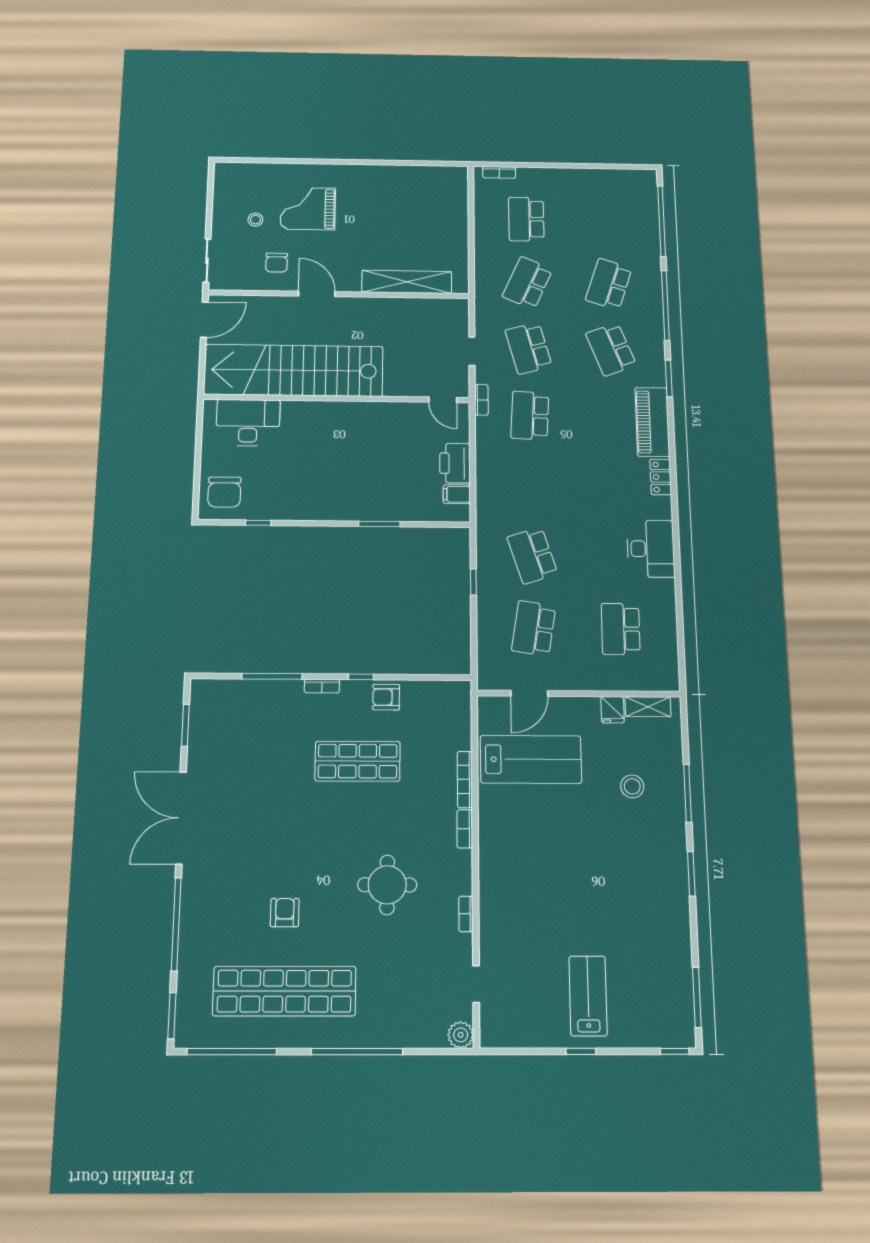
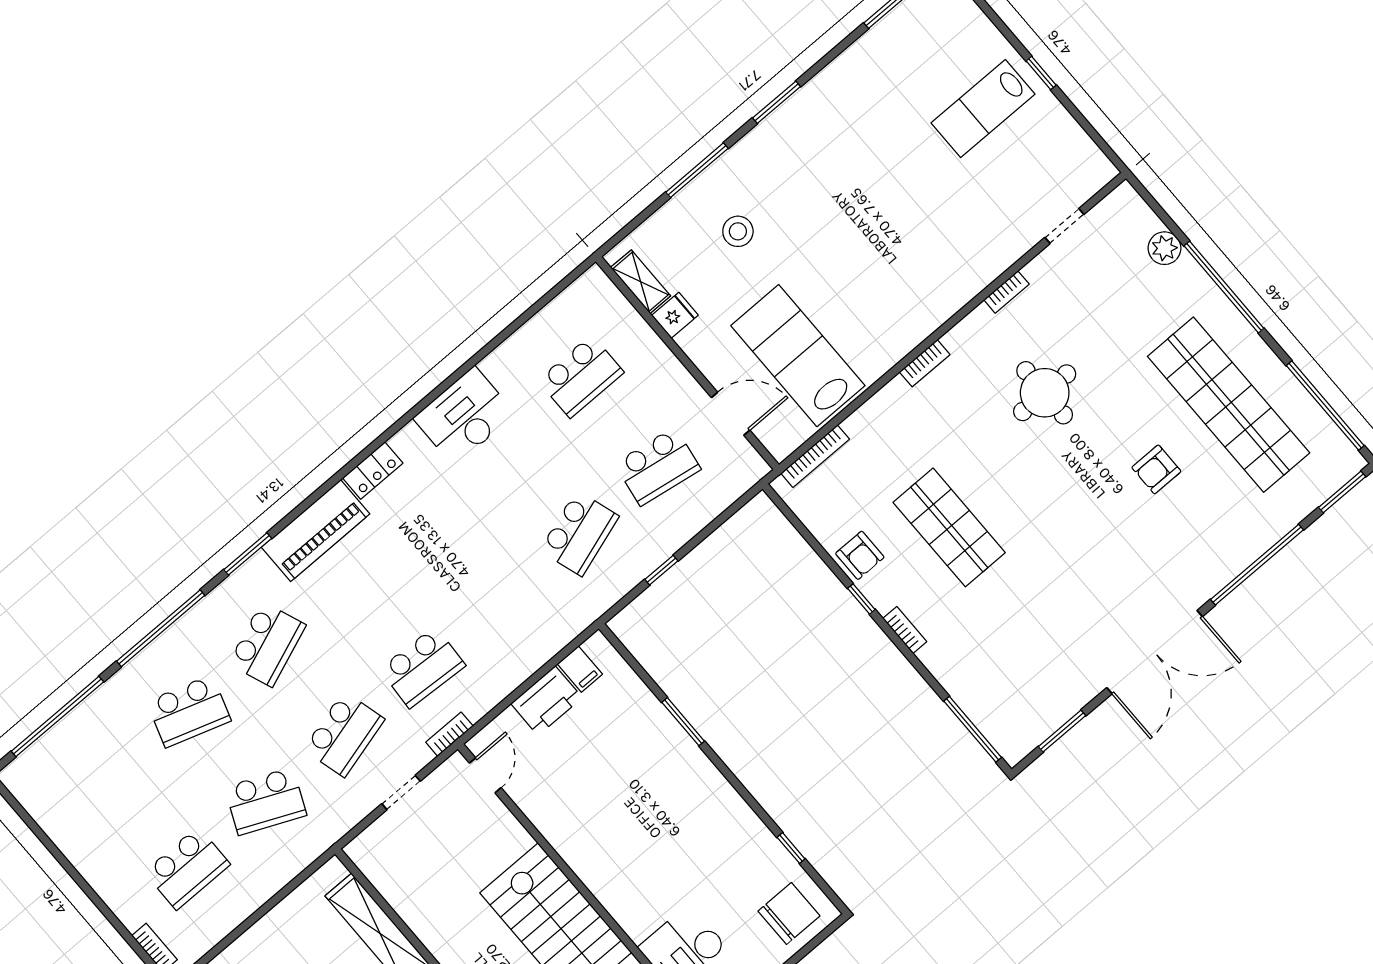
window: (272, 676) -> (973, 729), moved
bookcase: (465, 779) -> (815, 456), moved
plant: (461, 1035) -> (1164, 248), moved

